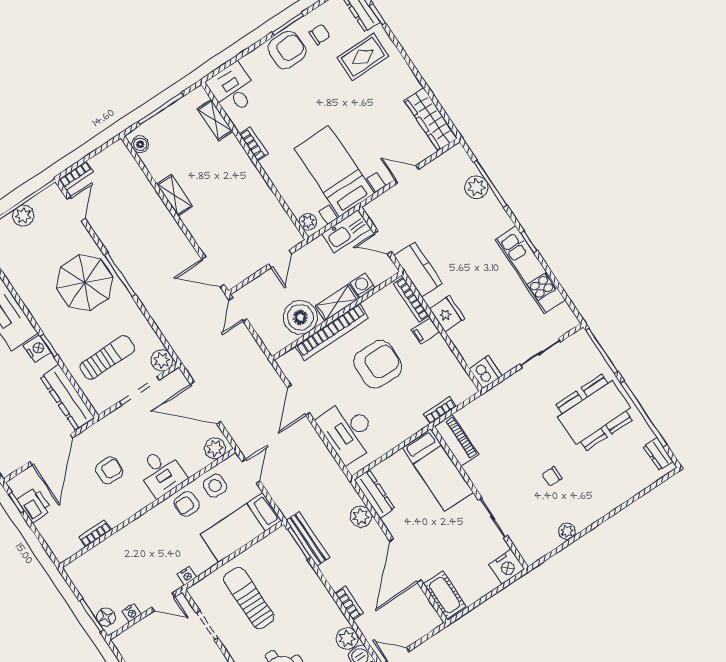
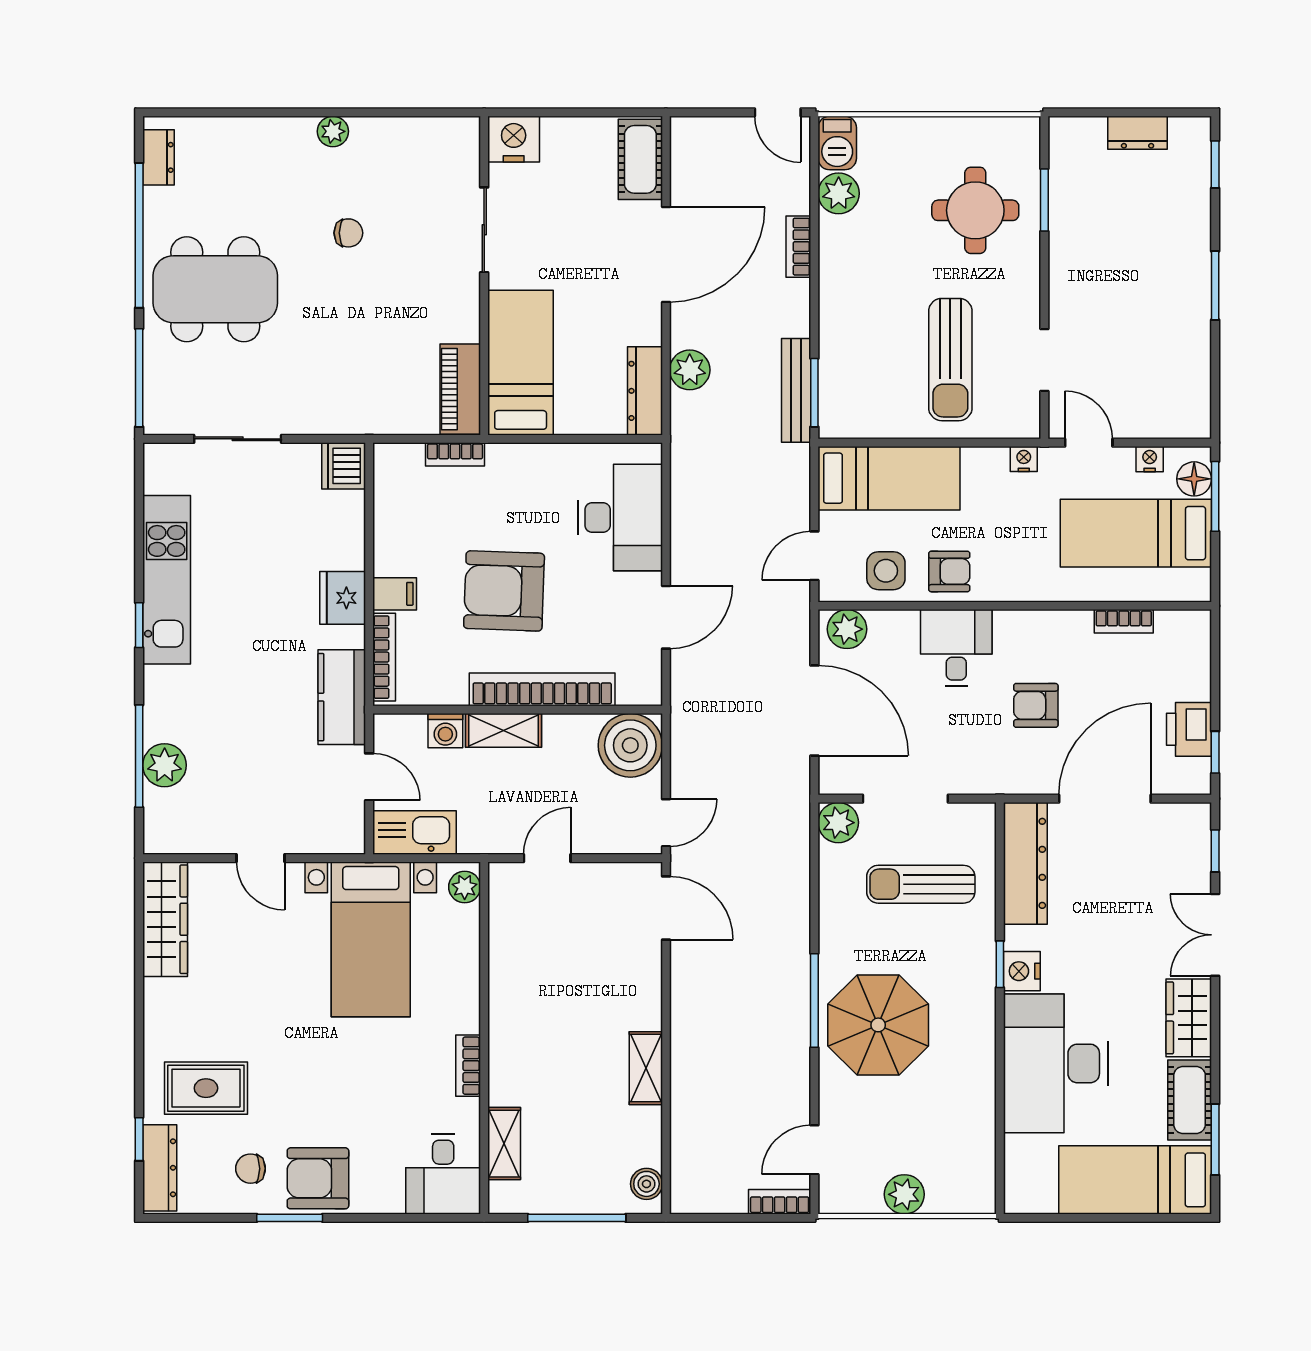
boiler: (300, 317) -> (630, 745), moved
plant: (567, 531) -> (333, 131), moved
bed: (116, 576) -> (1136, 533), added

